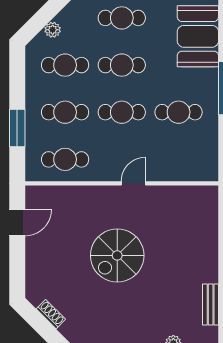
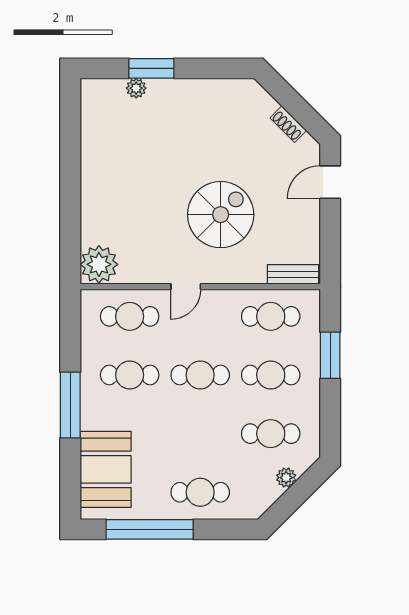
cafe table: (122, 65) -> (130, 316), moved
plant: (203, 201) -> (99, 264), added
door: (17, 222) -> (330, 182), moved
spiral stairs: (117, 255) -> (221, 215), moved
bench: (211, 304) -> (293, 274), moved, turned 90

